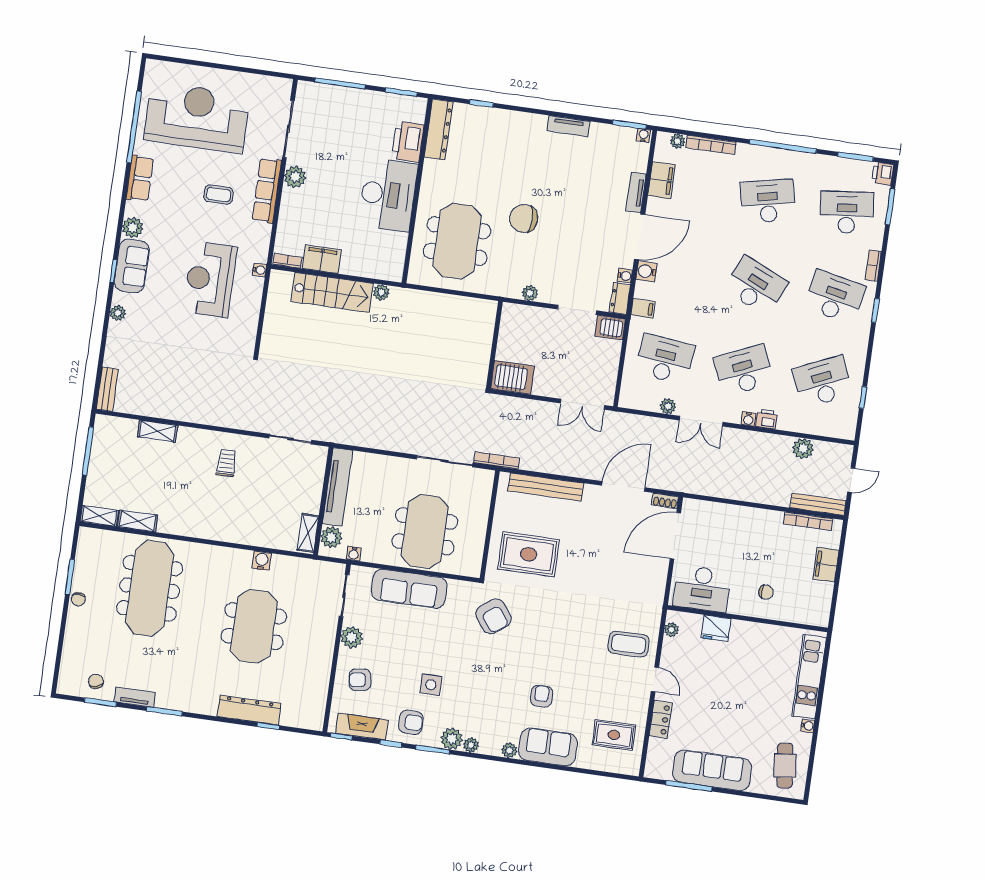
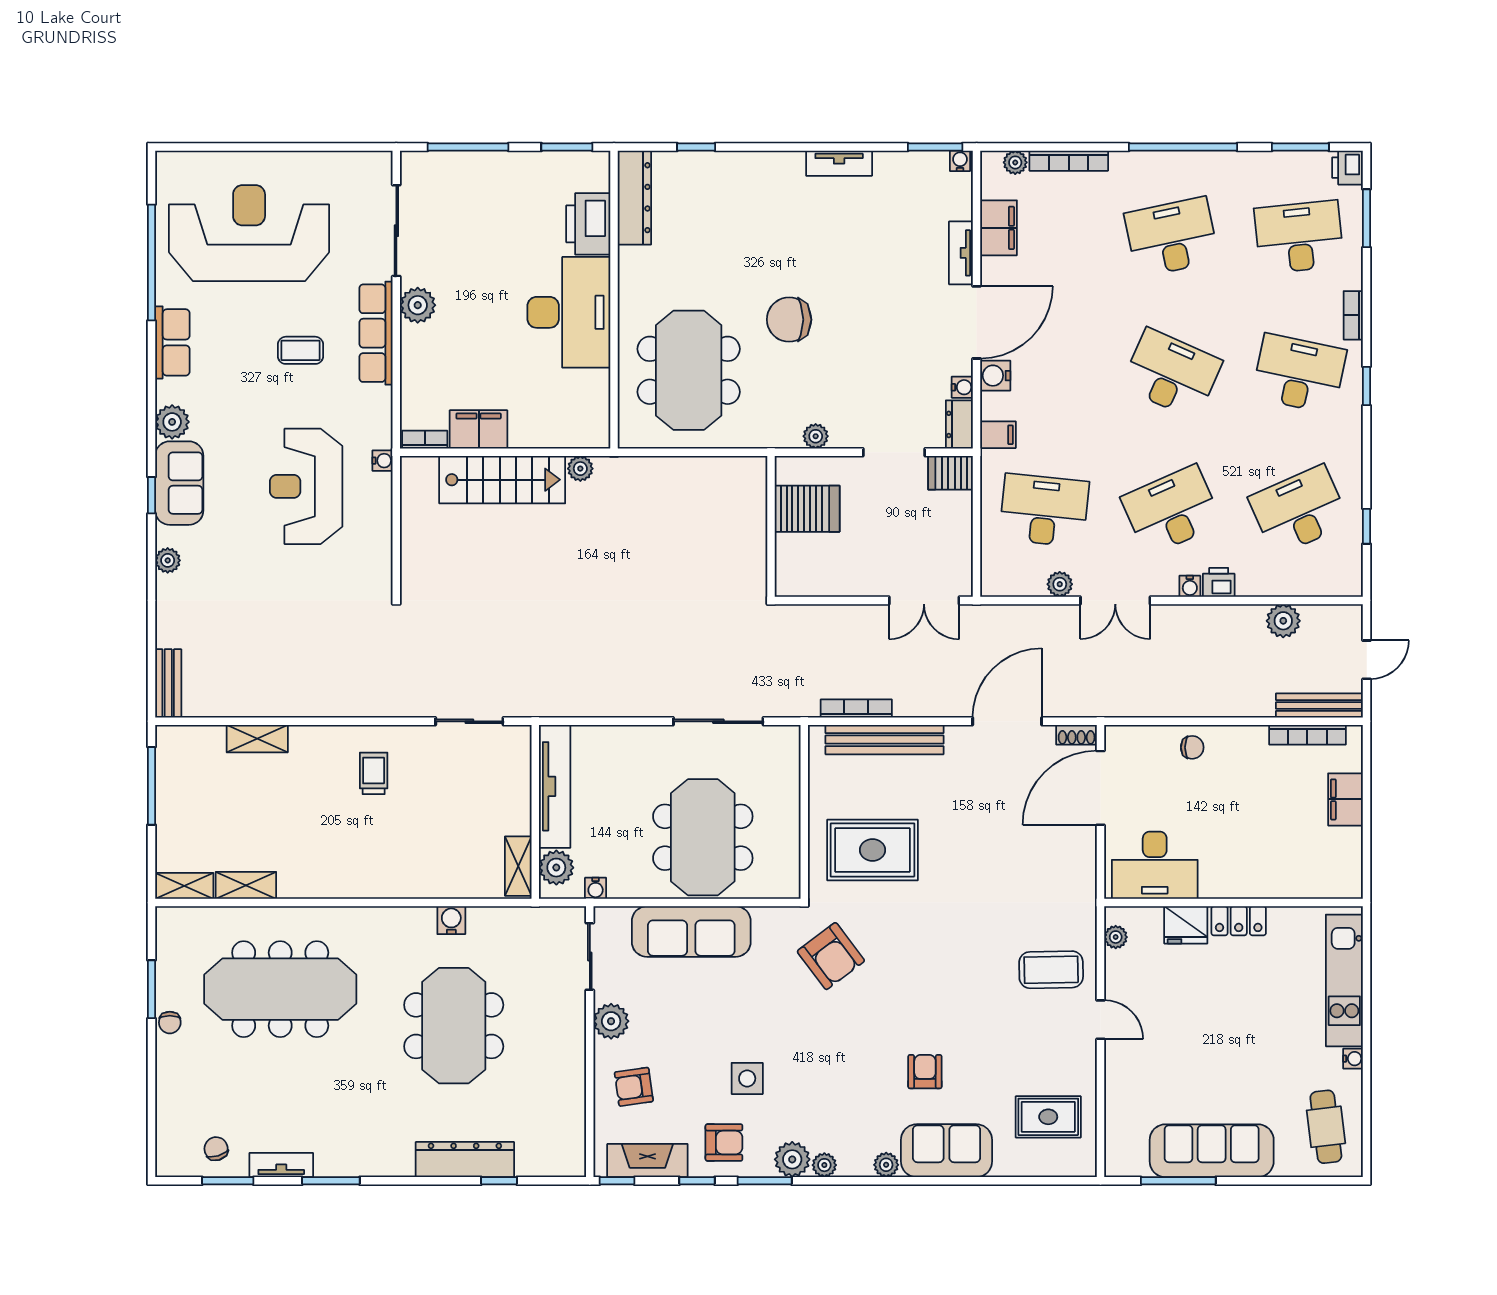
server rack: (512, 377) -> (807, 509), moved
bookcase: (497, 460) -> (856, 709), moved
meeting table: (150, 588) -> (280, 989), turned 90
chair: (766, 592) -> (1192, 747), moved
locker: (661, 719) -> (1239, 921), moved, turned 90

